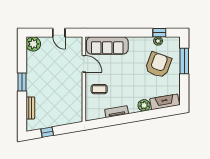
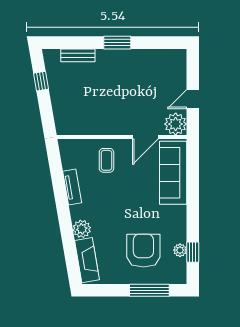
plant: (33, 44) -> (176, 124), moved
armchair: (158, 65) -> (143, 251), turned -110

